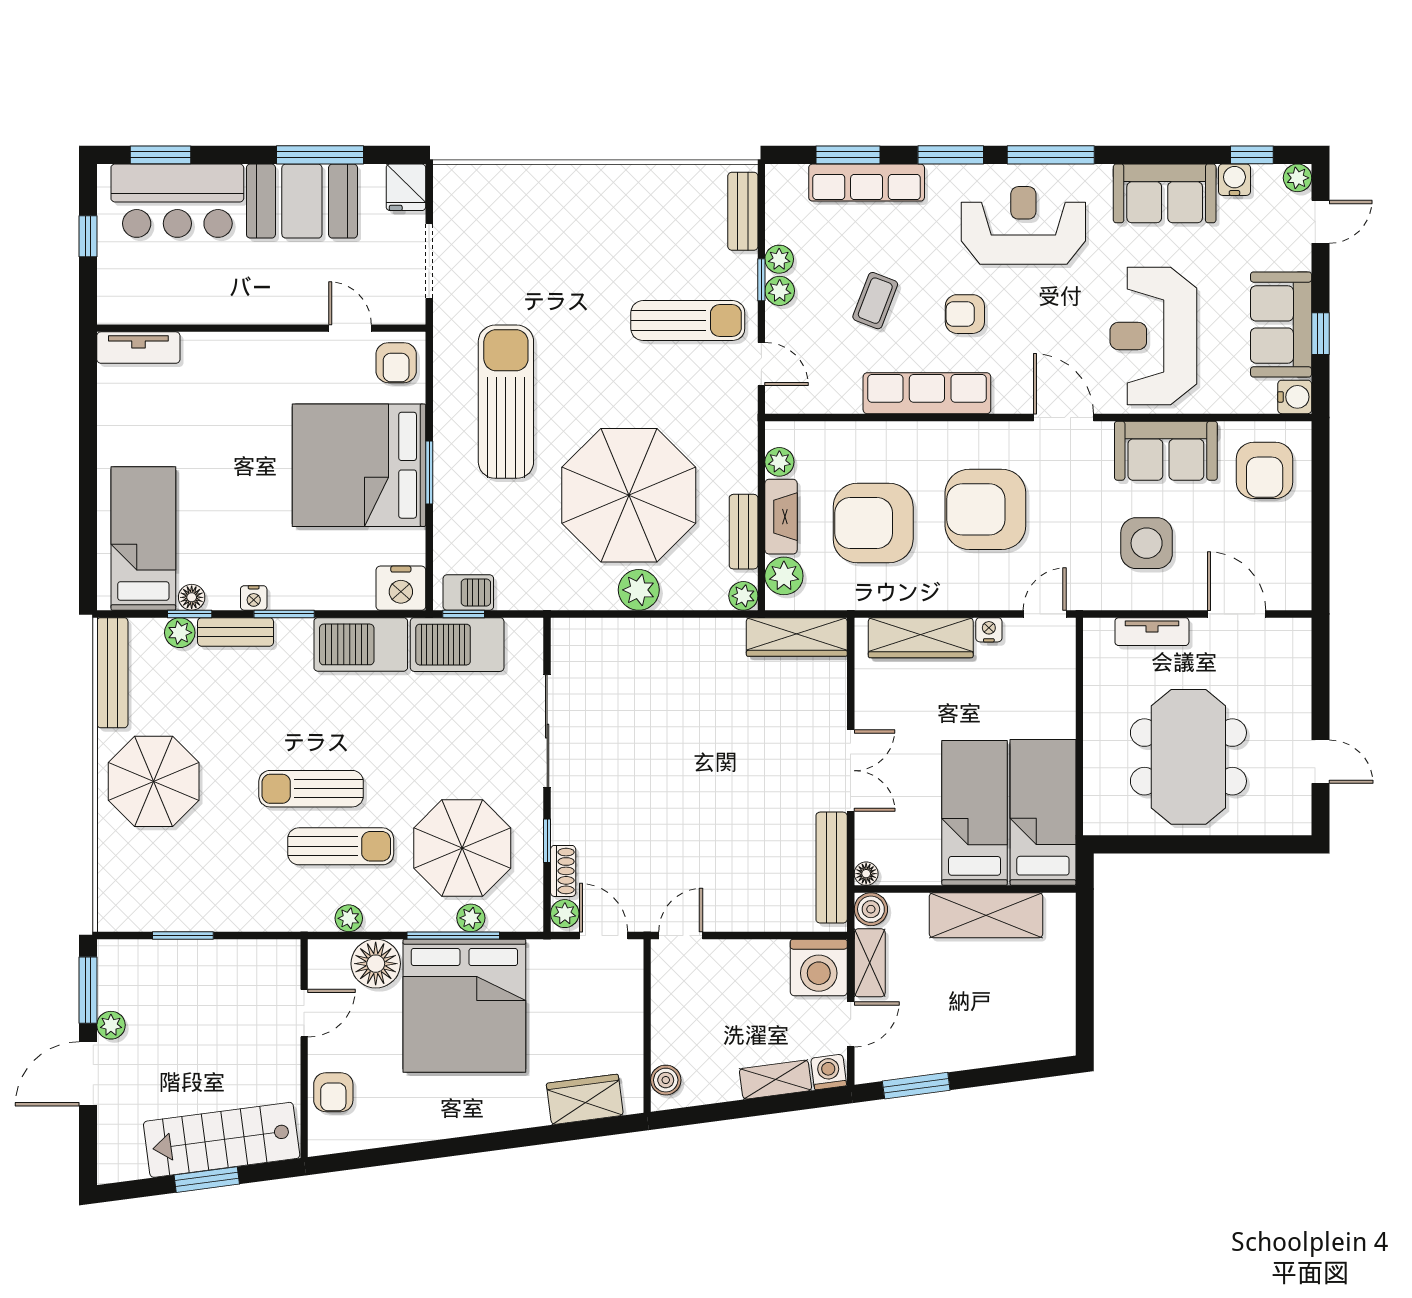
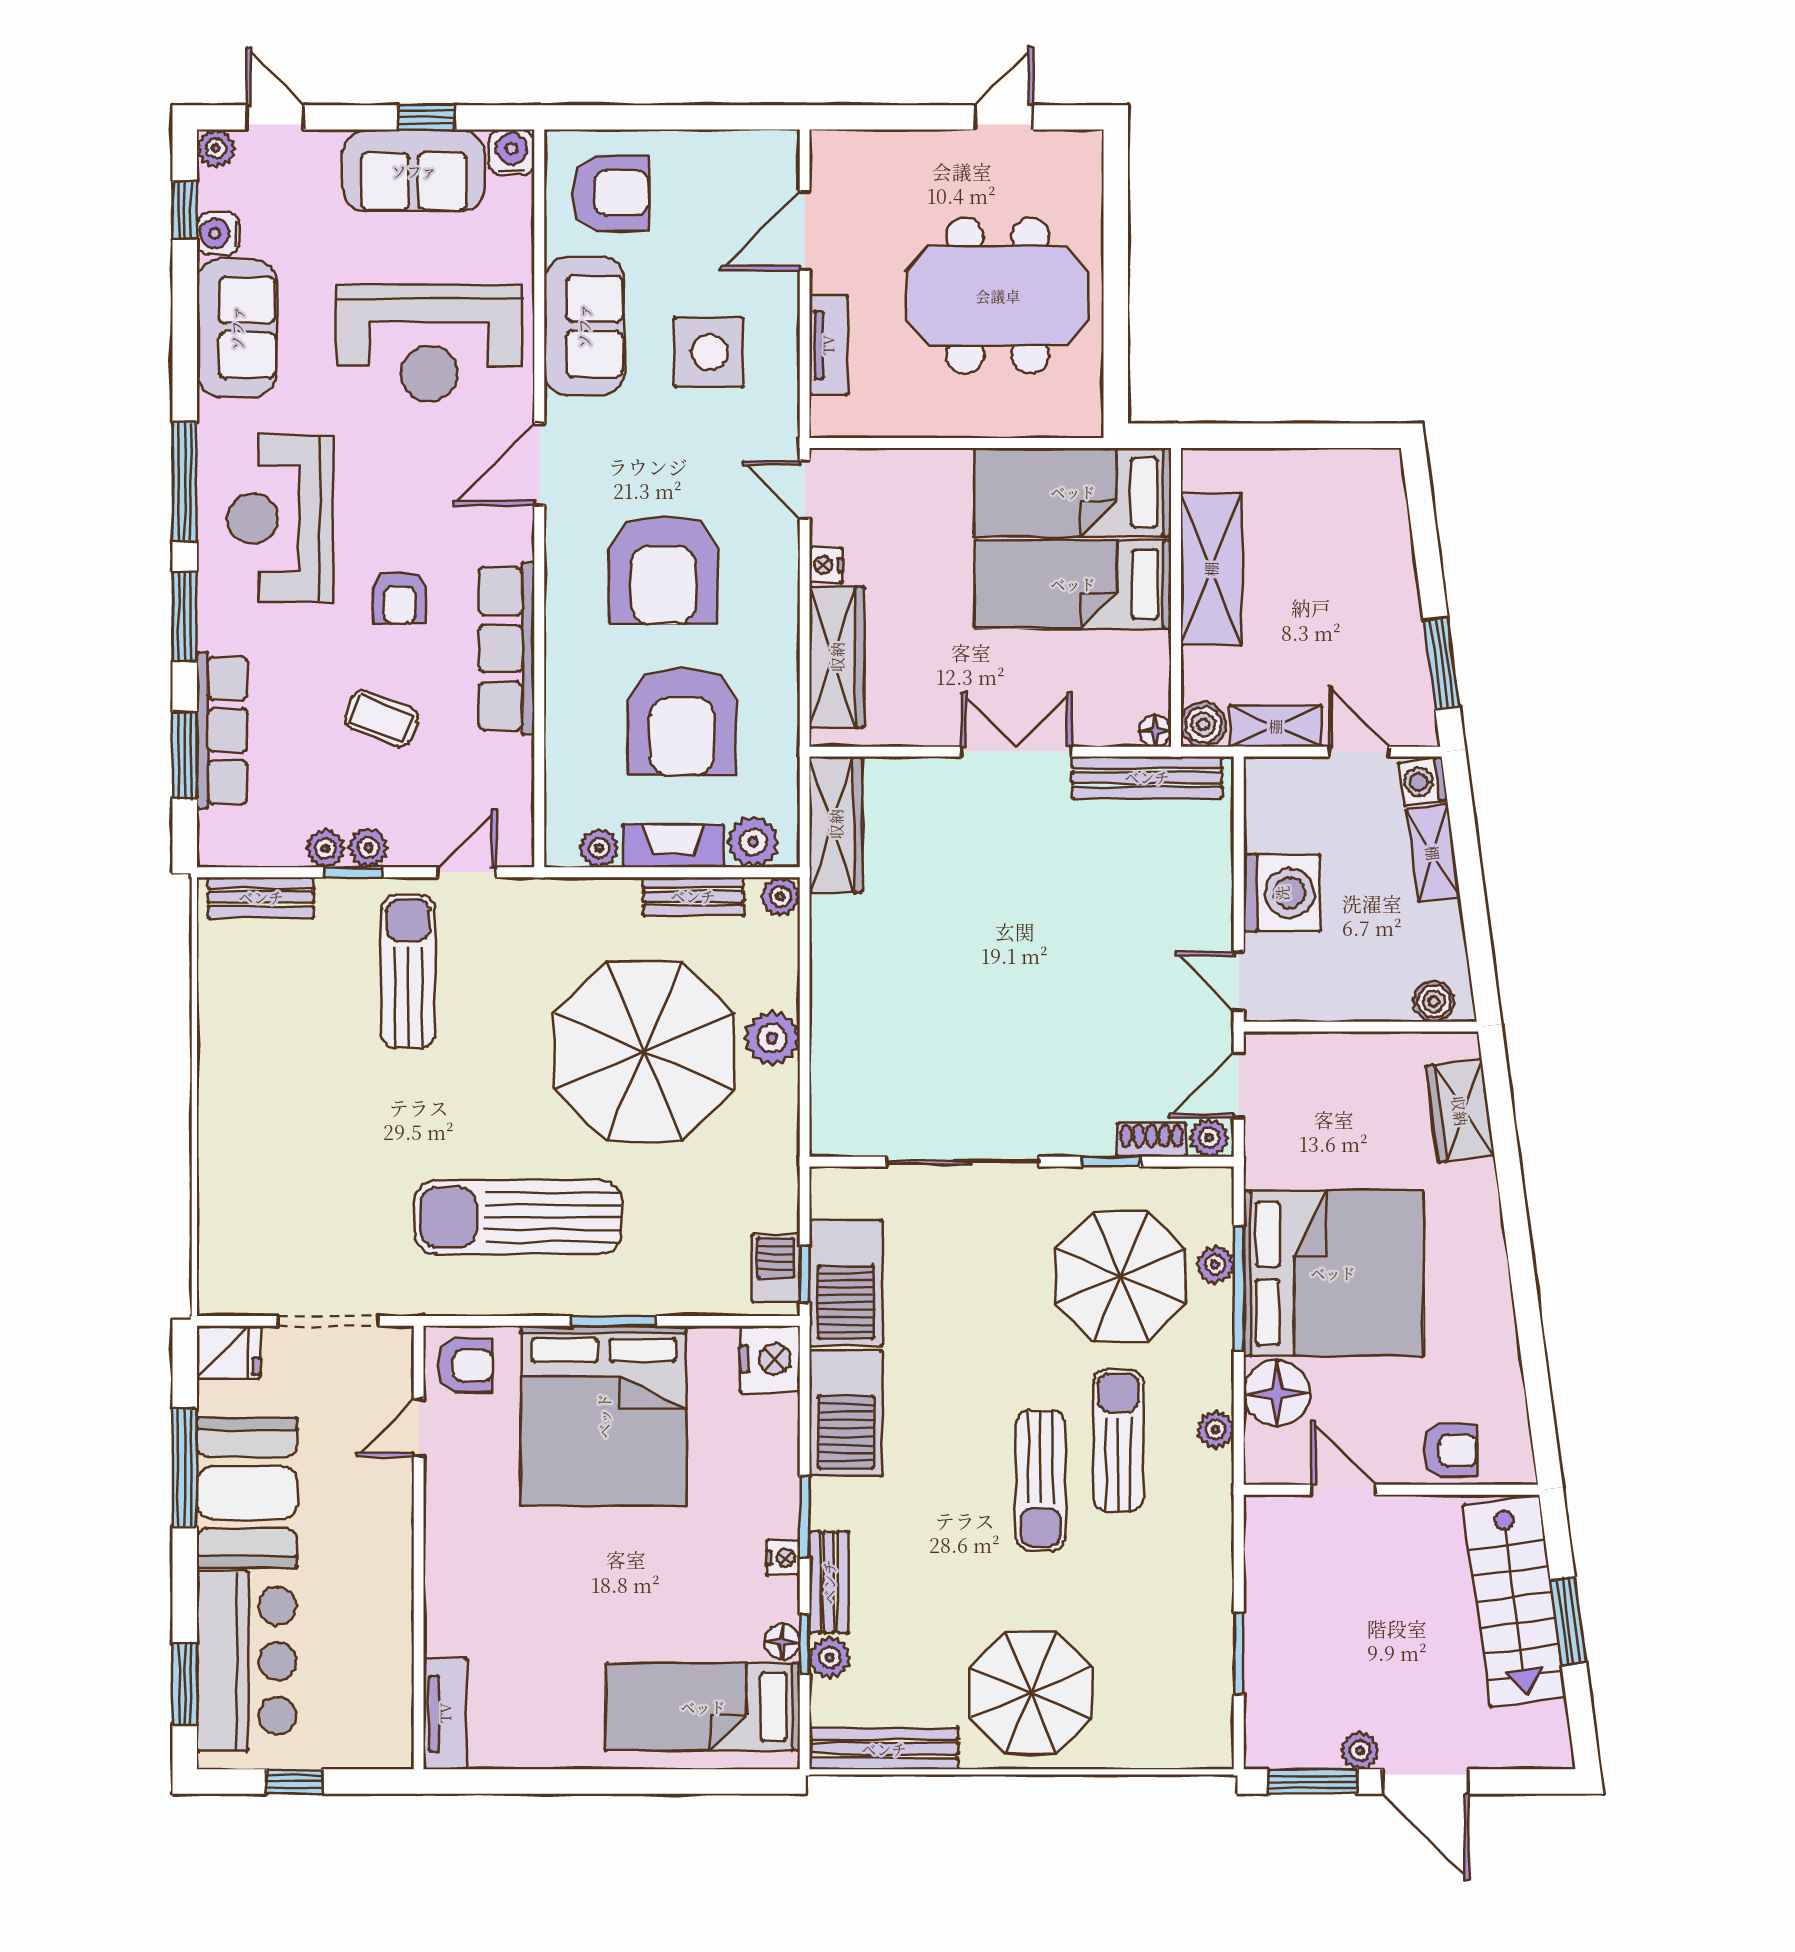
washing machine: (819, 967) -> (1282, 893), moved

